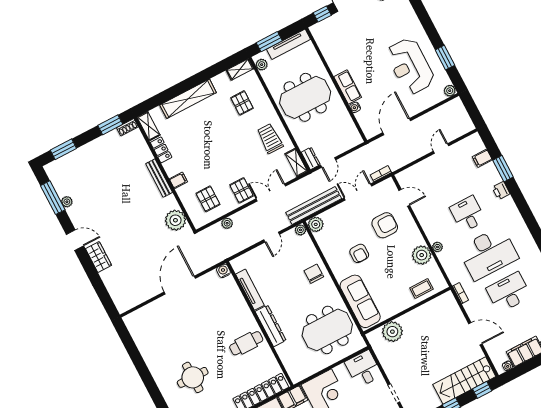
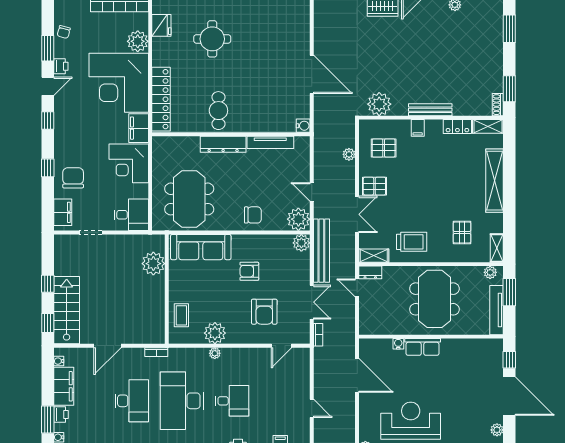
pallet: (242, 103) -> (462, 232), turned 90
plant: (300, 230) -> (298, 219), width x1.88, depth x1.88

